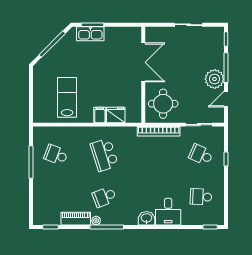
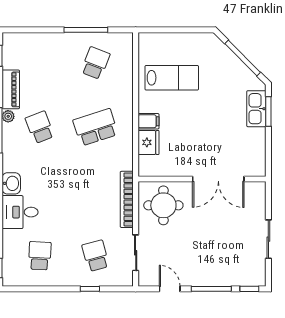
plant: (215, 79) -> (196, 274), removed
school desk: (201, 155) -> (95, 256), turned -39

